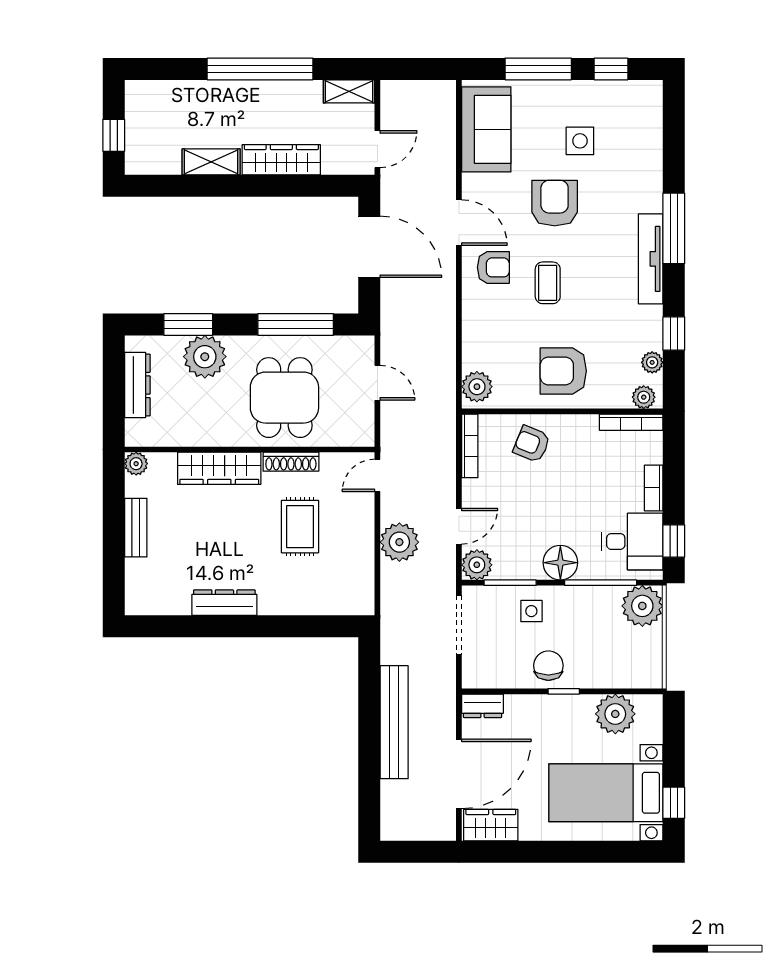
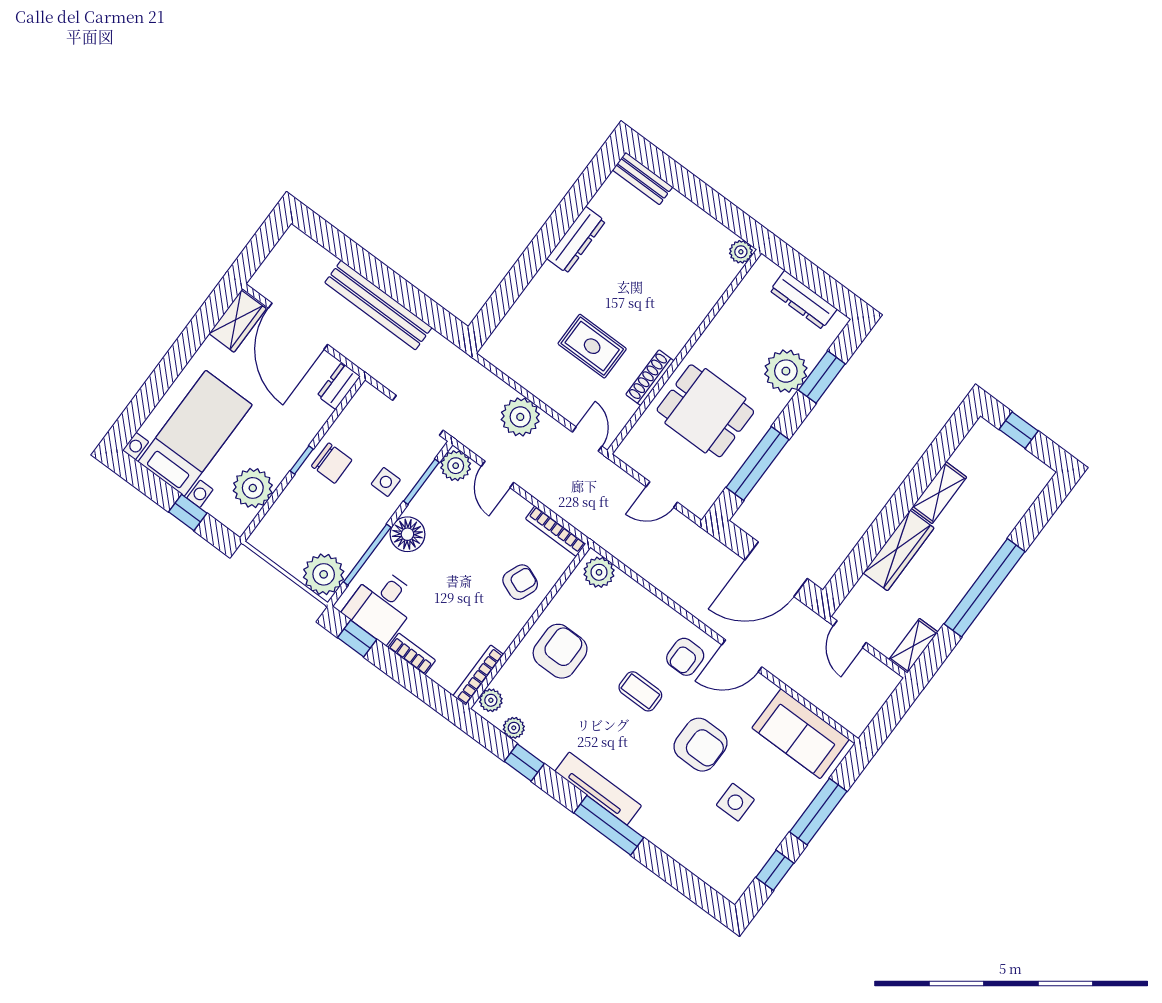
wardrobe: (219, 468) -> (687, 316), removed
bench: (136, 528) -> (643, 178), moved
window: (674, 803) -> (188, 513), moved

